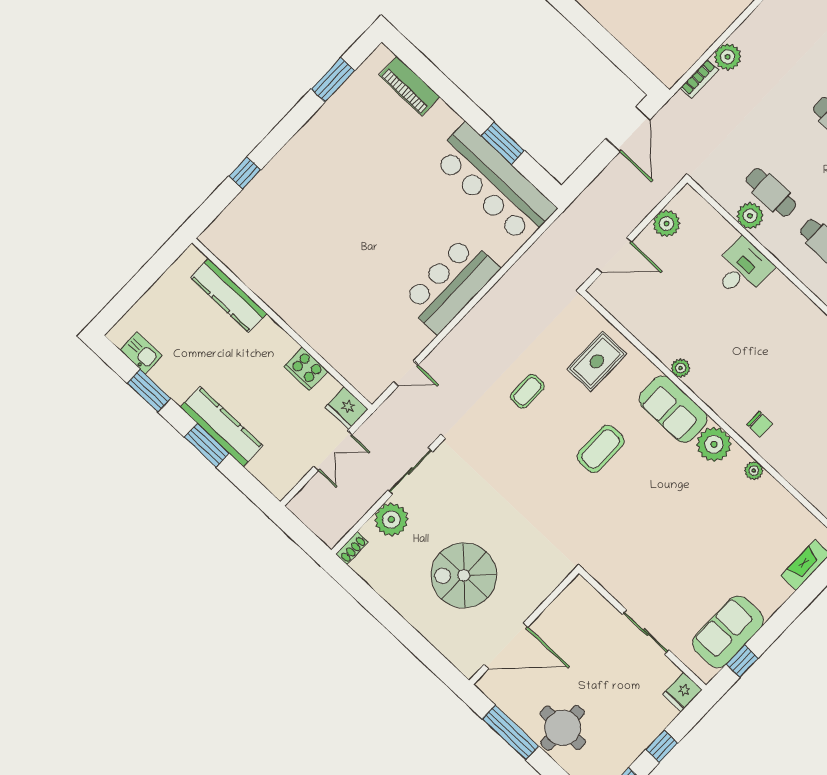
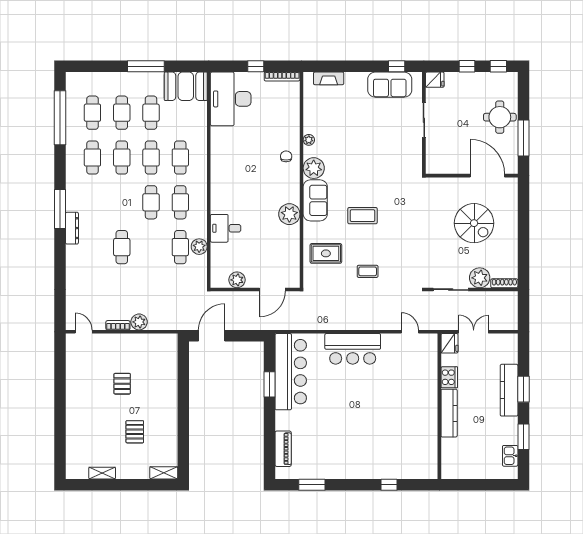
bookcase: (699, 79) -> (118, 325), moved
door: (614, 255) -> (272, 290), swing flipped
kitchen counter: (229, 296) -> (449, 413), moved
plant: (681, 368) -> (289, 214), width x1.87, depth x1.87
shoe rack: (352, 548) -> (504, 283), width x1.43

